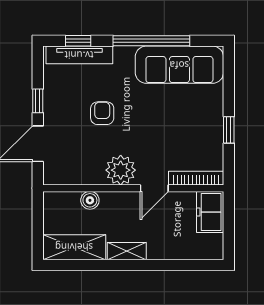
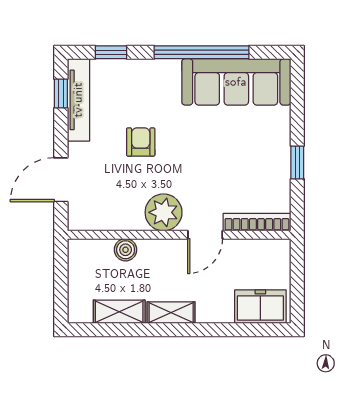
tv unit: (79, 55) -> (78, 100), moved, turned -90
window: (38, 101) -> (61, 93), moved
freezer: (210, 212) -> (260, 307), moved, turned 90
shelving: (74, 247) -> (119, 312), width x0.67, depth x0.75

